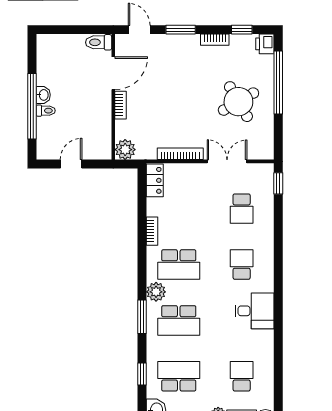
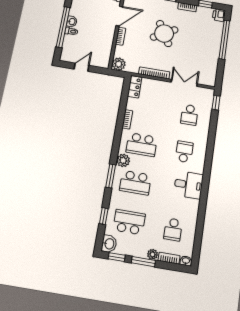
round table: (238, 102) -> (164, 33), moved
school desk: (242, 376) -> (173, 229), turned 180

